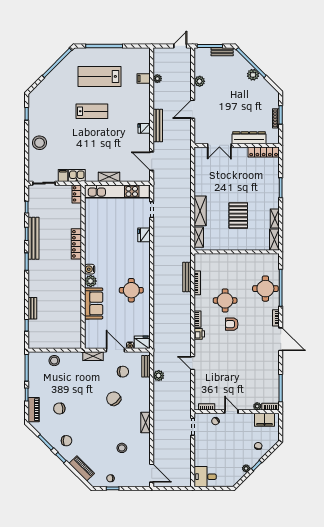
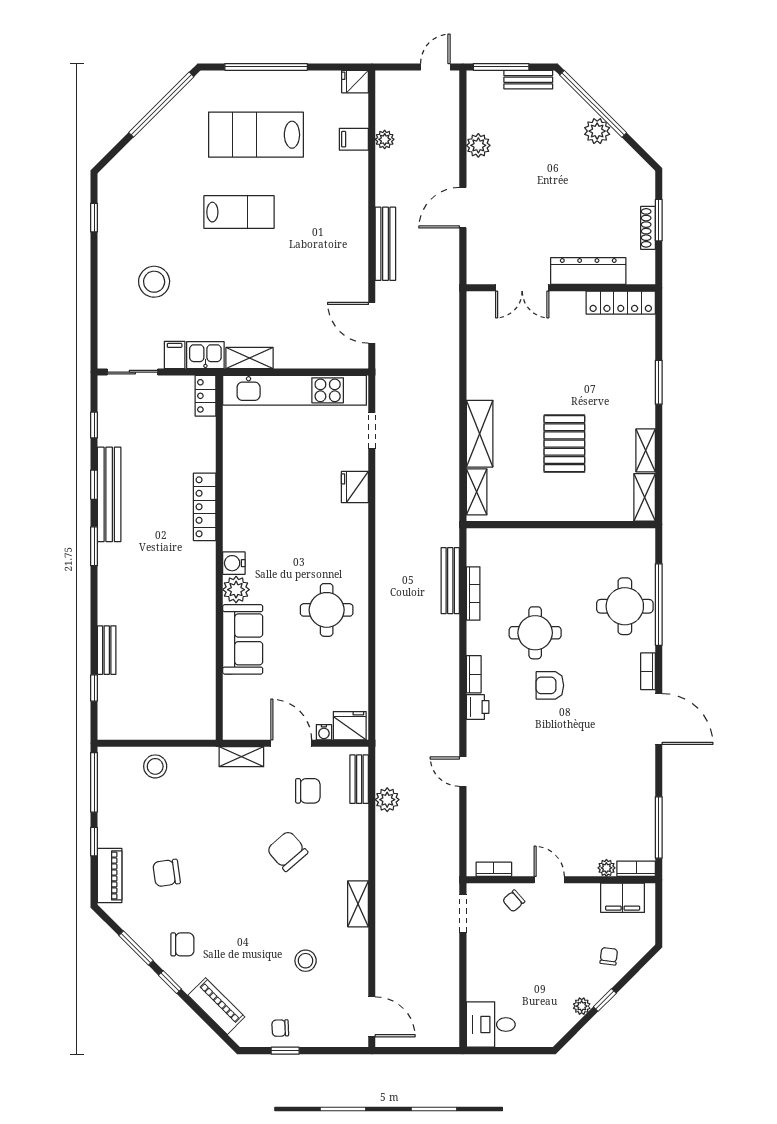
fridge: (144, 128) -> (355, 82), moved
stool: (40, 143) -> (154, 282), moved
shelving: (109, 177) -> (250, 358), moved

